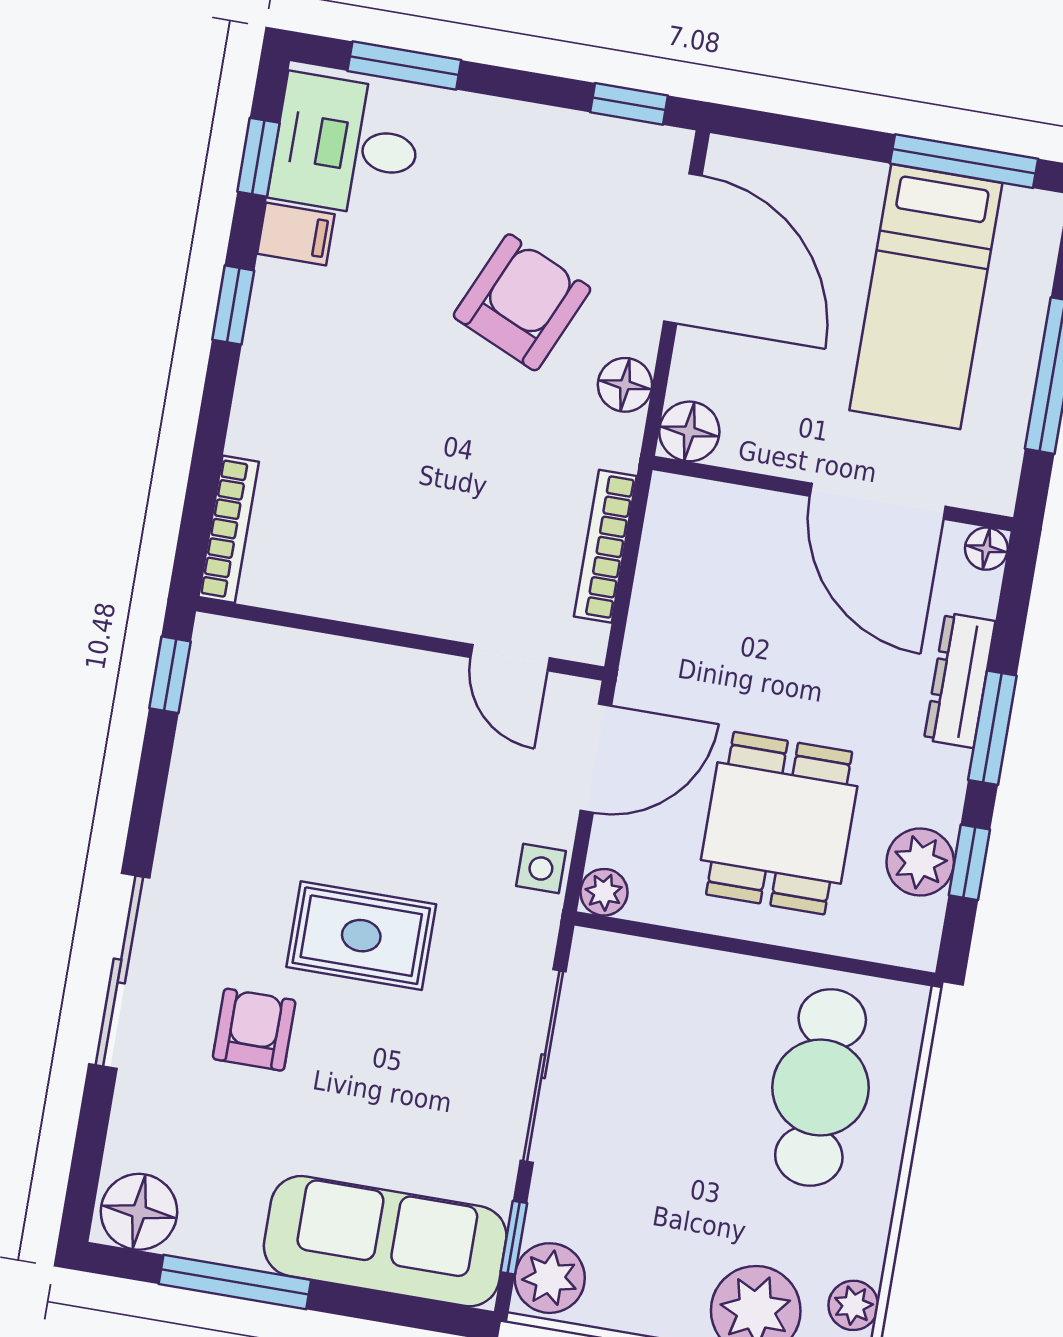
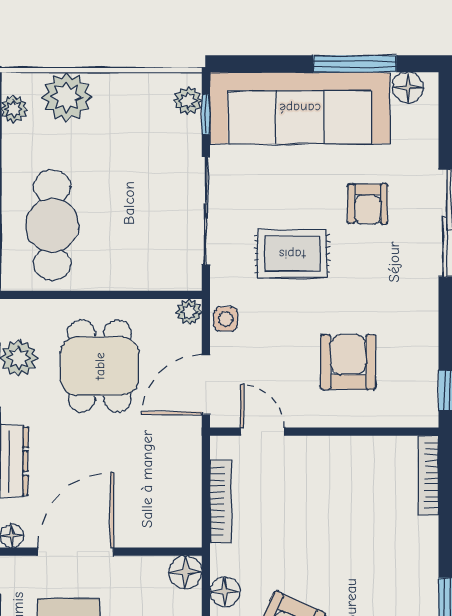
door: (878, 501) -> (76, 552), hinge flipped
armchair: (337, 755) -> (348, 362), added
rug: (361, 936) -> (292, 254), moved
floor lamp: (139, 1212) -> (408, 88), width x0.73, depth x0.73
sofa: (385, 1241) -> (300, 108), width x1.36, depth x1.27
plant: (550, 1278) -> (188, 101), width x0.73, depth x0.73

